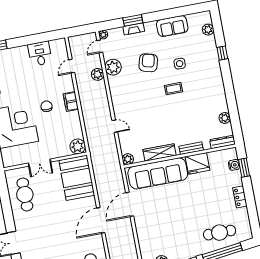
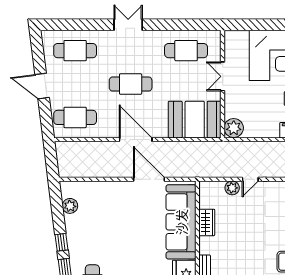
wardrobe: (160, 152) -> (207, 222), width x0.67
plant: (128, 159) -> (232, 188), moved
cafe table: (59, 232) -> (131, 84), added

